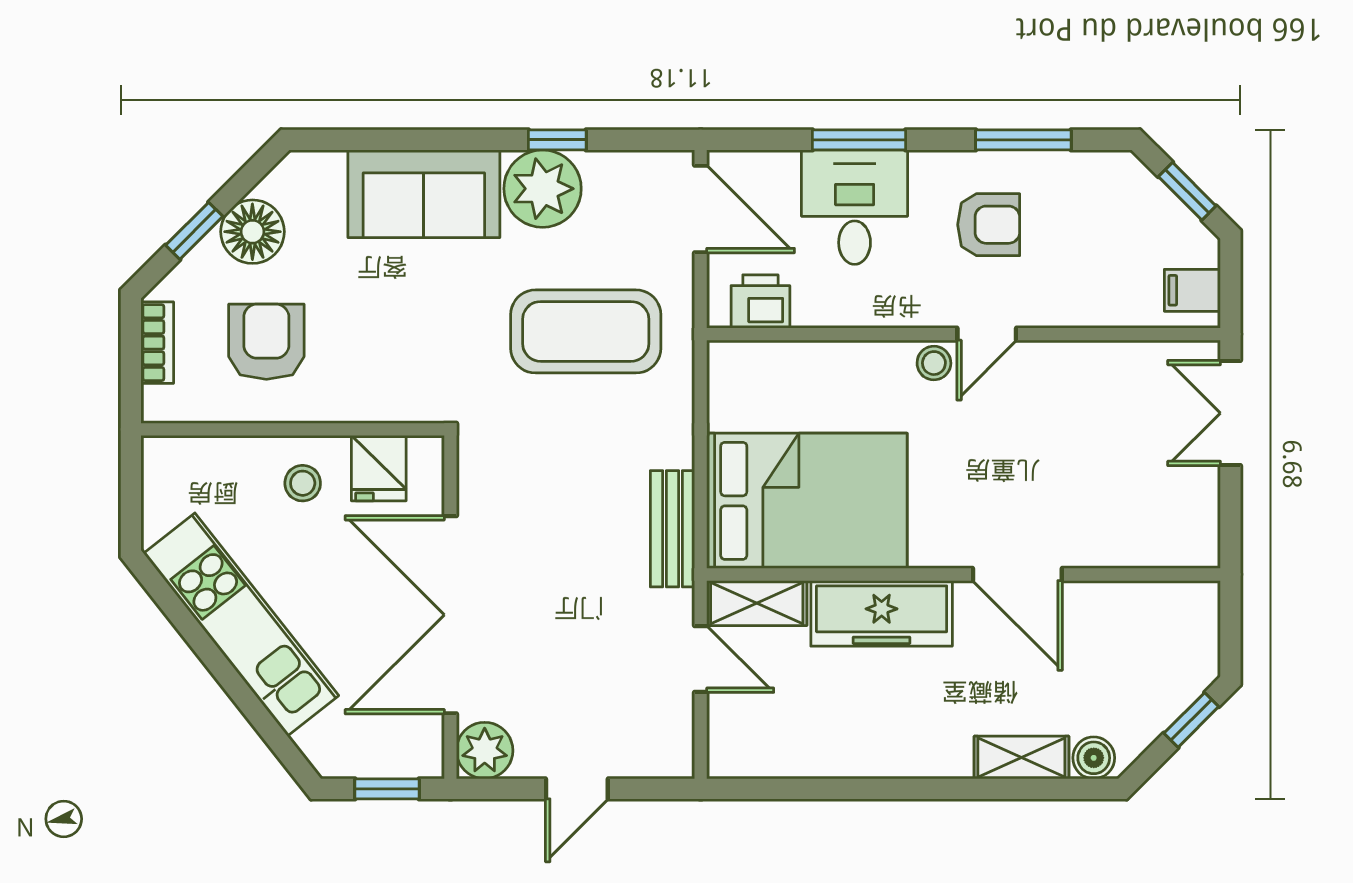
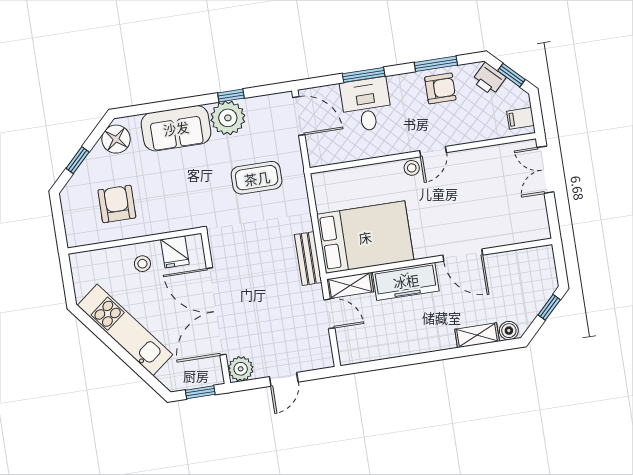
armchair: (989, 225) -> (440, 88), moved
floor lamp: (252, 232) -> (116, 139), moved
printer: (760, 302) -> (489, 79), moved, turned -135
coffee table: (586, 331) -> (257, 178), width x0.73, depth x0.76
bookcase: (157, 343) -> (69, 212), removed

